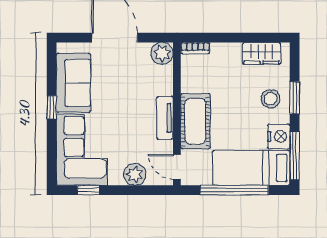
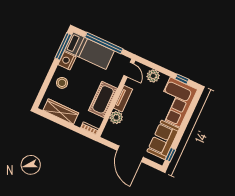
plant: (162, 53) -> (116, 117), moved
wardrobe: (262, 53) -> (61, 112), width x1.50
window: (295, 98) -> (49, 77), removed
window: (52, 107) -> (170, 155), moved
cot: (195, 121) -> (103, 99), moved

